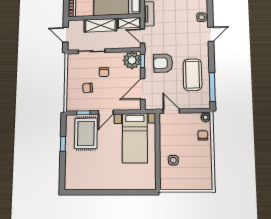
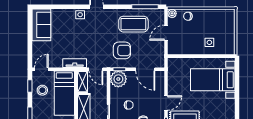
door: (142, 36) -> (96, 69), hinge flipped
armchair: (163, 63) -> (122, 50), turned -89
door: (171, 111) -> (166, 33), moved
door: (106, 112) -> (166, 103), hinge flipped
bed with nightstands: (135, 138) -> (213, 80), moved, turned 180

